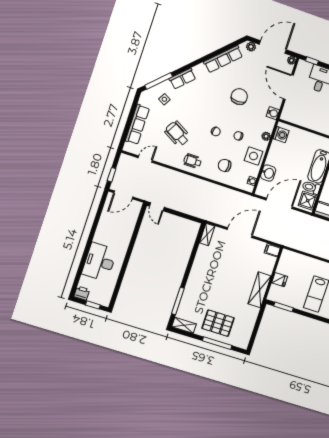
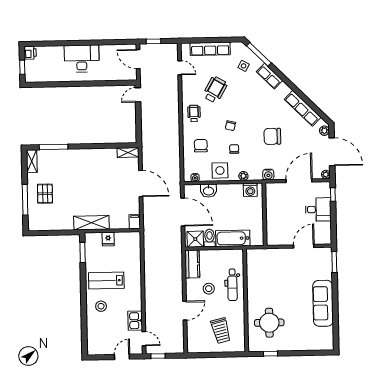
chair: (239, 97) -> (272, 136), turned 180
desk: (99, 262) -> (82, 59), moved
pallet: (218, 323) -> (45, 194), width x0.67, depth x0.71

